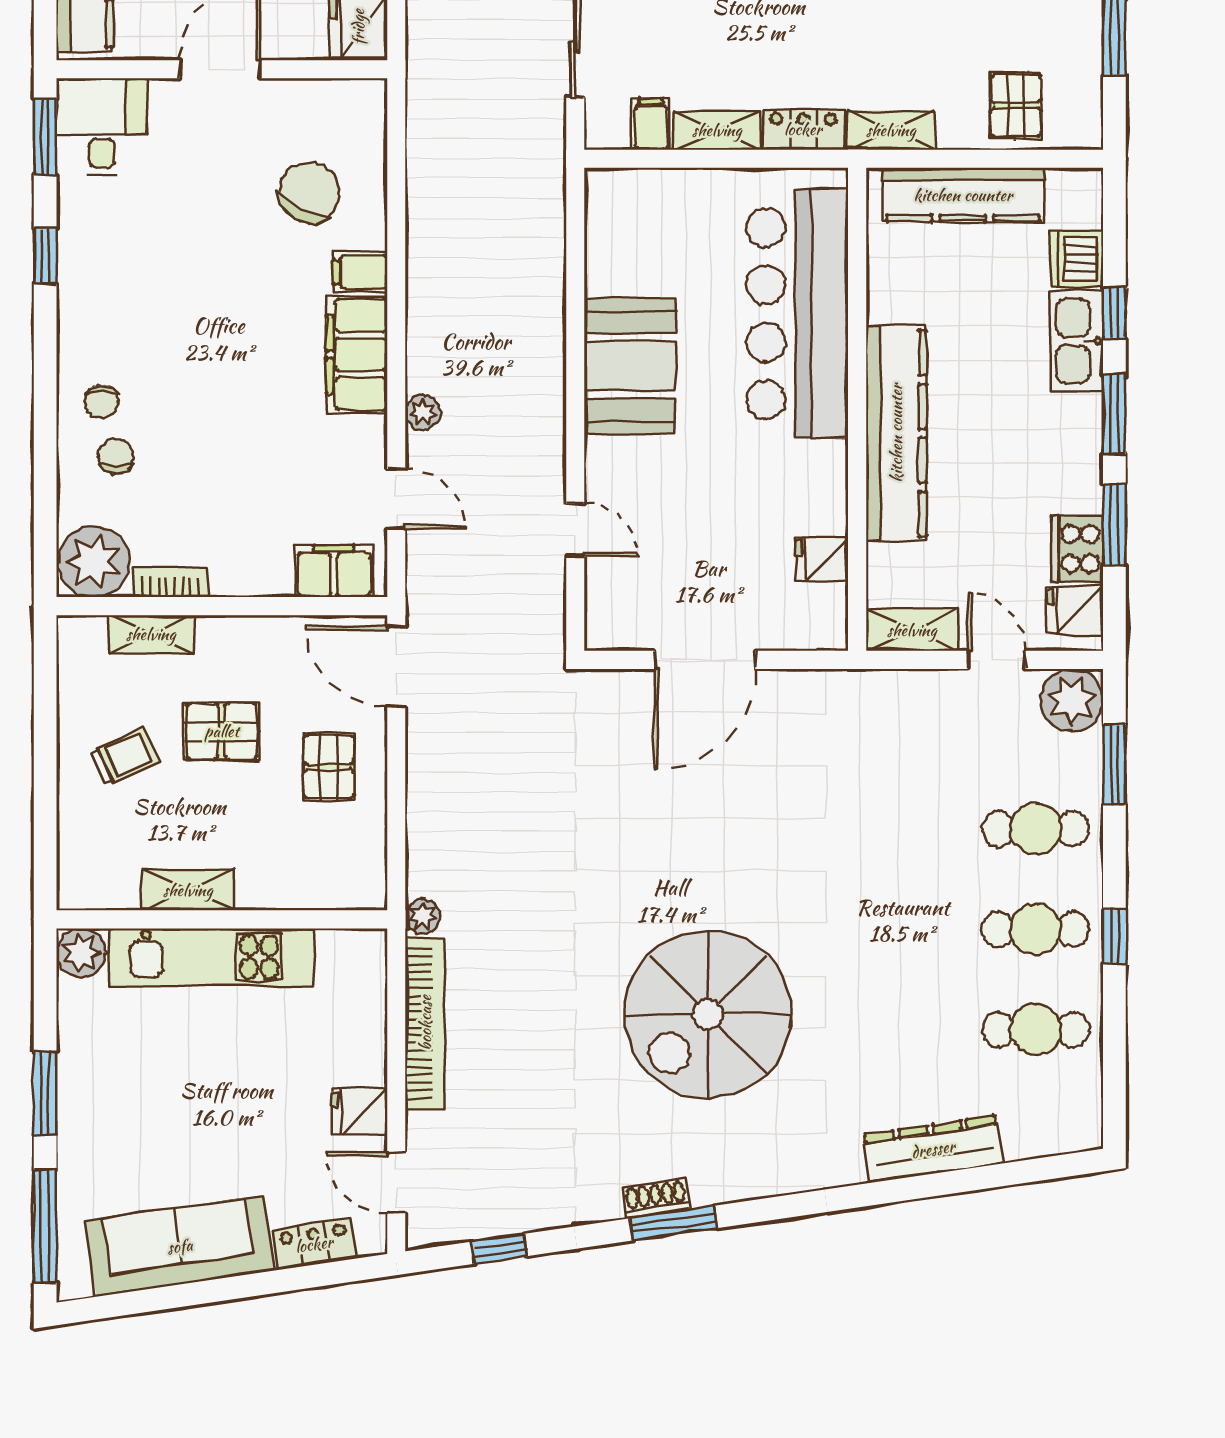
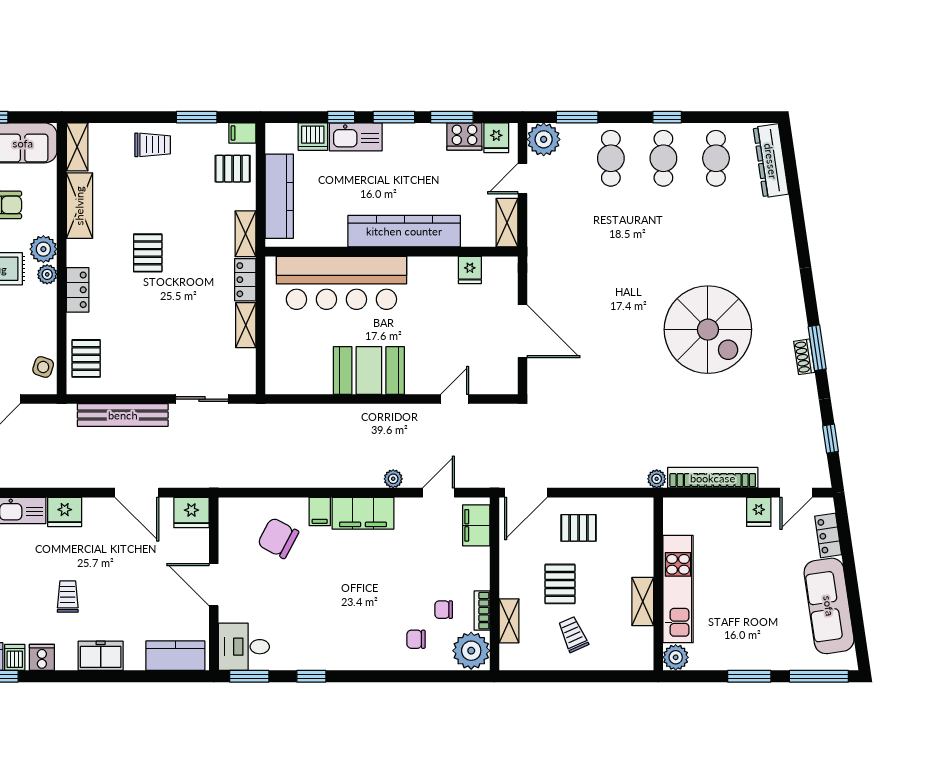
filing cabinet: (651, 124) -> (242, 133), moved
chair: (102, 402) -> (444, 610), moved, turned 180
dresser: (933, 1149) -> (771, 161), moved

